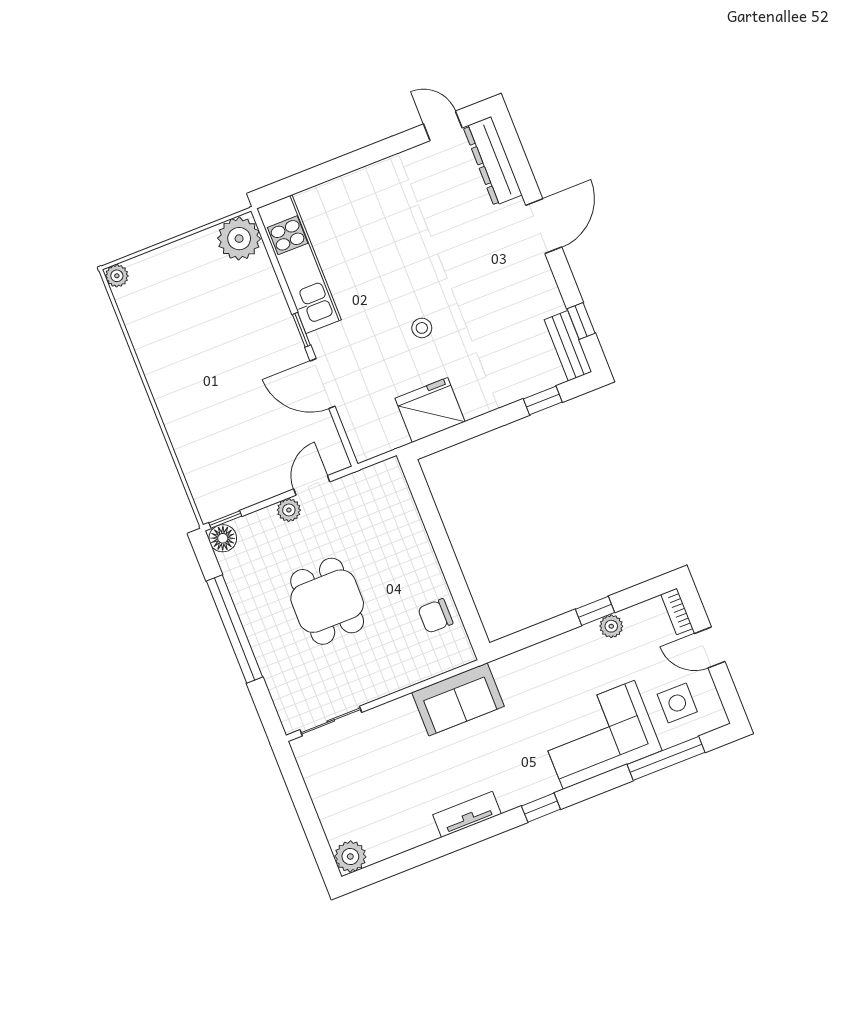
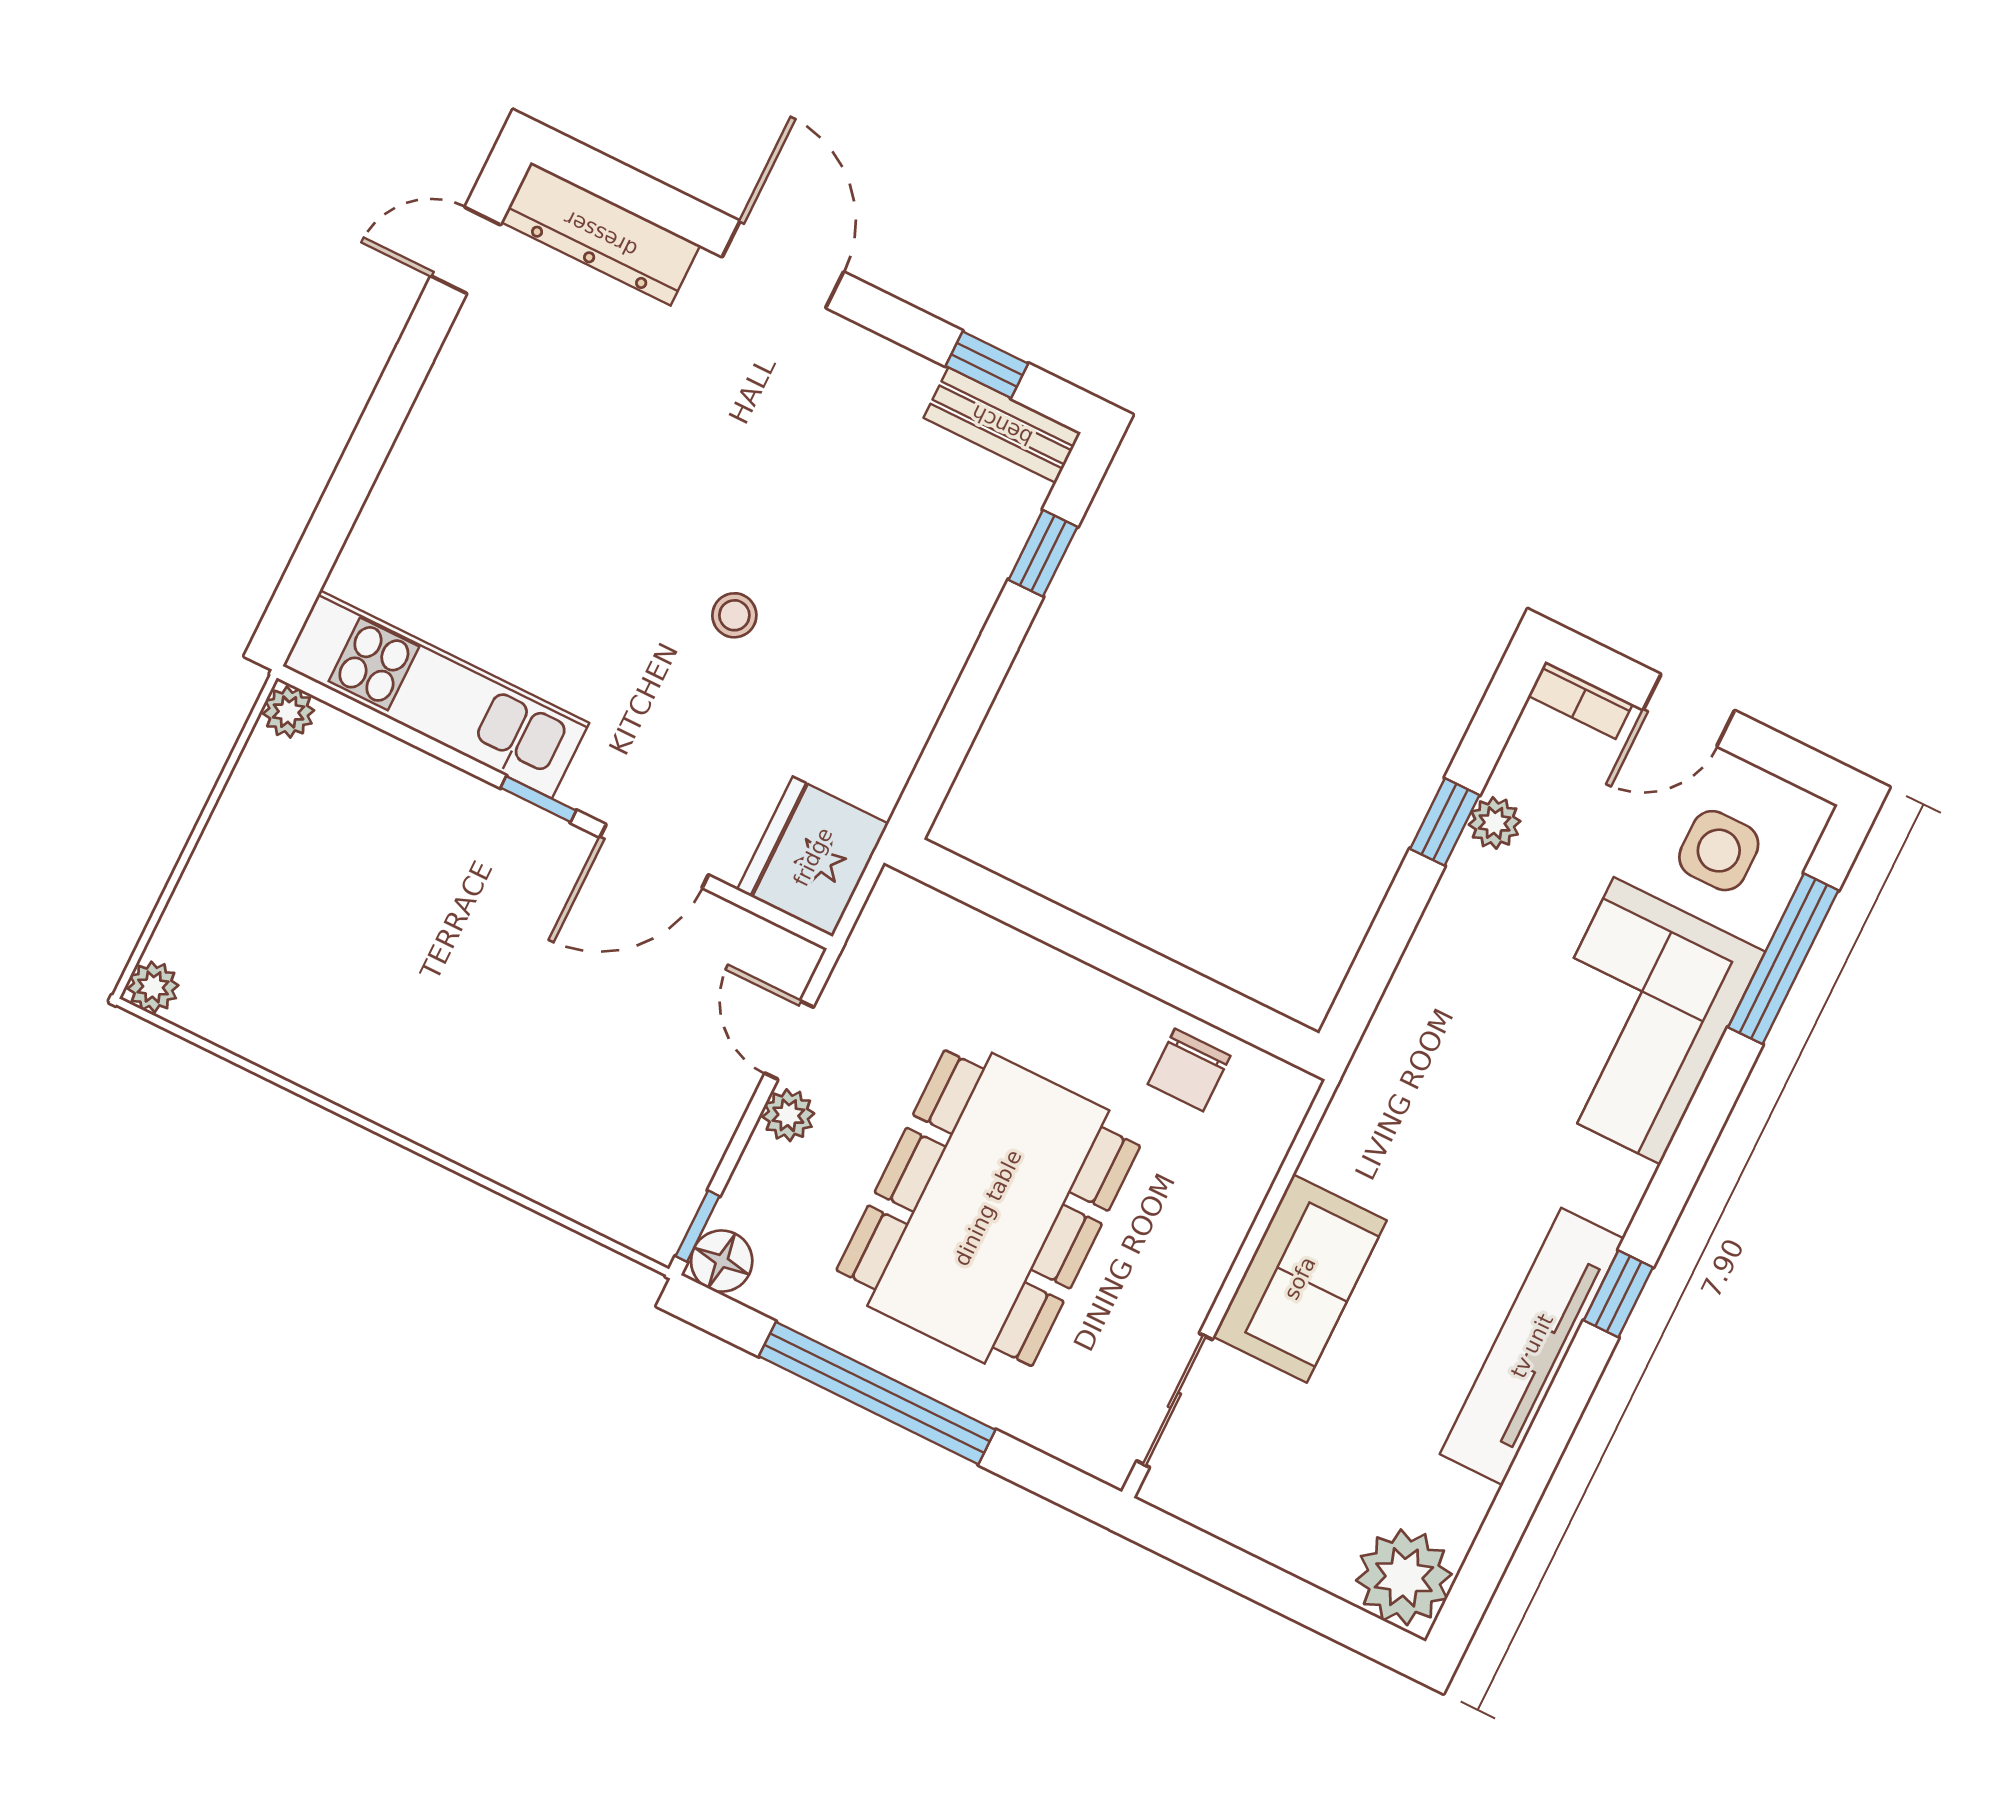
plant: (239, 239) -> (289, 712), width x0.53, depth x0.53
fridge: (430, 410) -> (813, 857), moved
dining table: (327, 601) -> (988, 1208), width x1.88, depth x1.24
sofa: (458, 699) -> (1300, 1278), moved
window: (541, 808) -> (1618, 1294), moved
tv unit: (467, 814) -> (1532, 1346), width x1.92, depth x1.29
plant: (350, 856) -> (1404, 1577), width x1.36, depth x1.36

